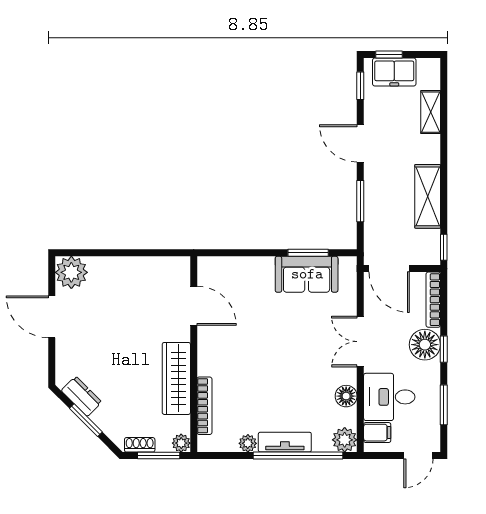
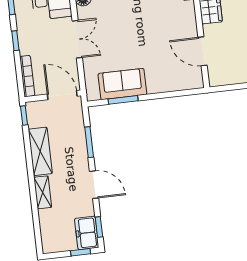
freezer: (394, 72) -> (87, 233), moved, turned -90
shelving: (431, 112) -> (43, 192), moved
floor lamp: (425, 345) -> (30, 42), removed

